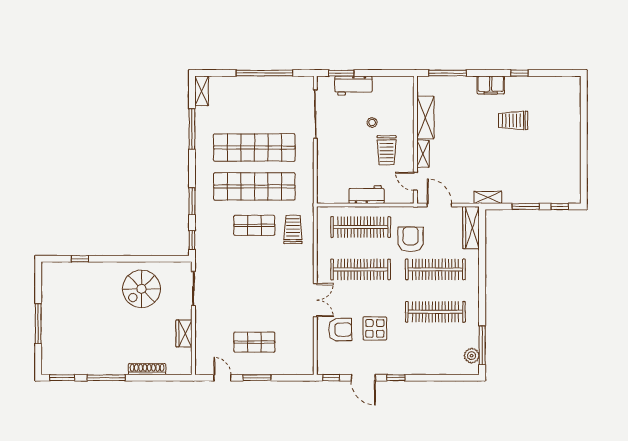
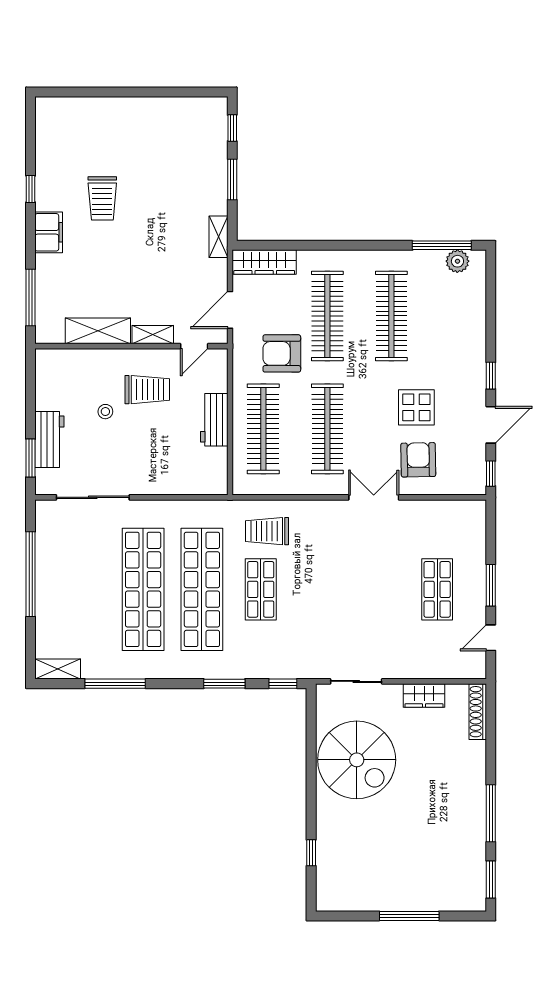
spiral stairs: (141, 289) -> (357, 760), width x1.37, depth x1.37
shoe rack: (147, 369) -> (478, 712), moved

